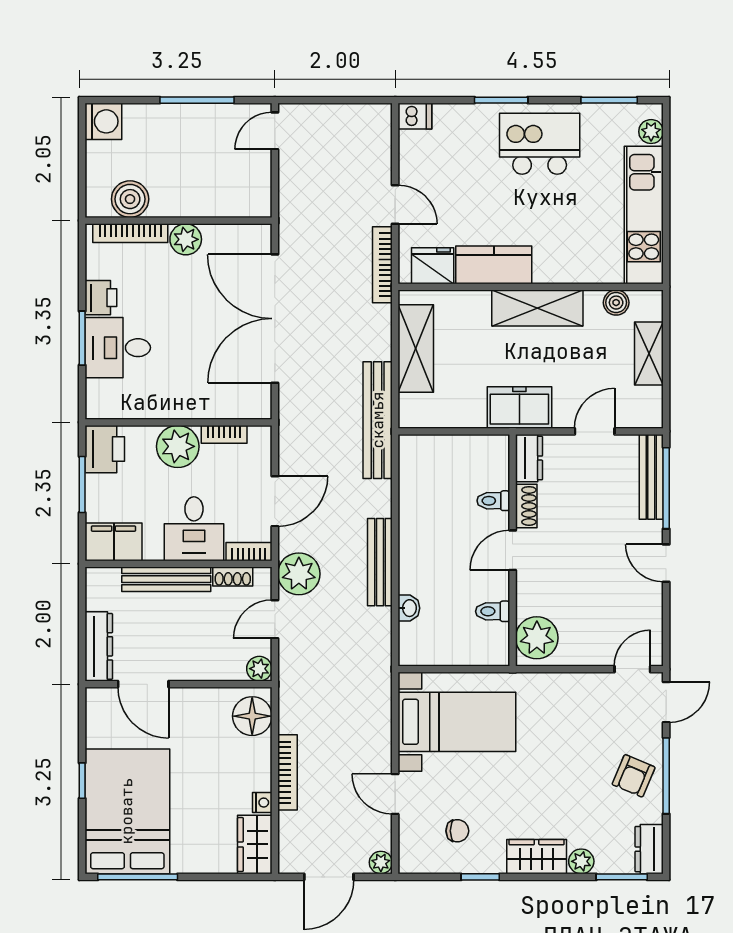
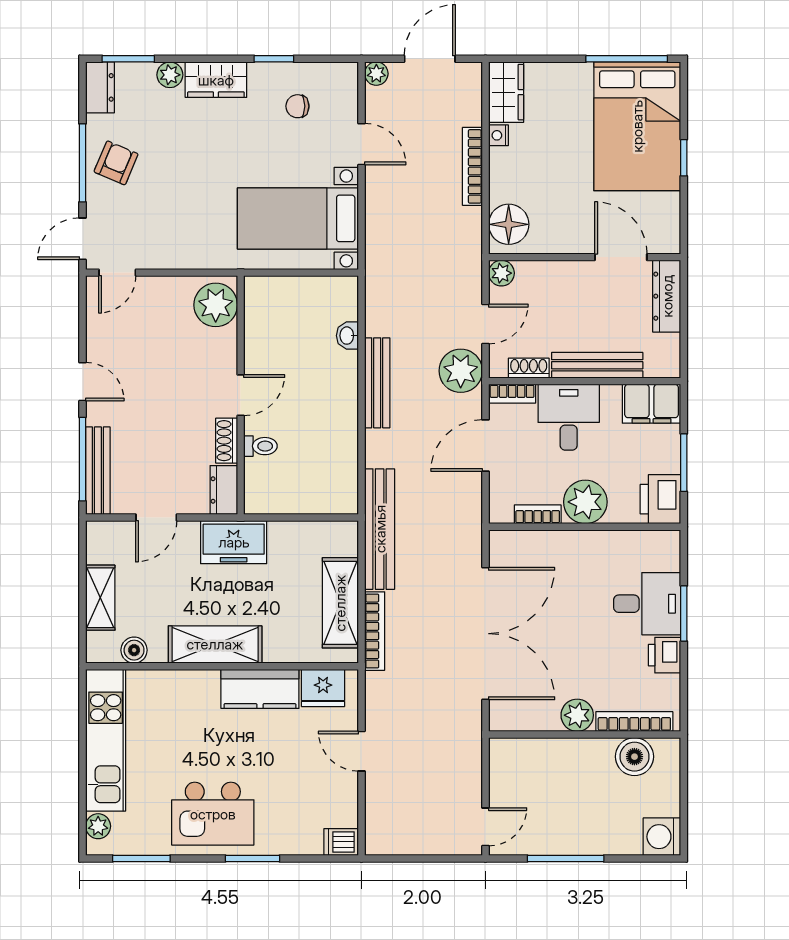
bookcase: (382, 265) -> (375, 631), moved
toilet: (493, 611) -> (261, 332), removed

